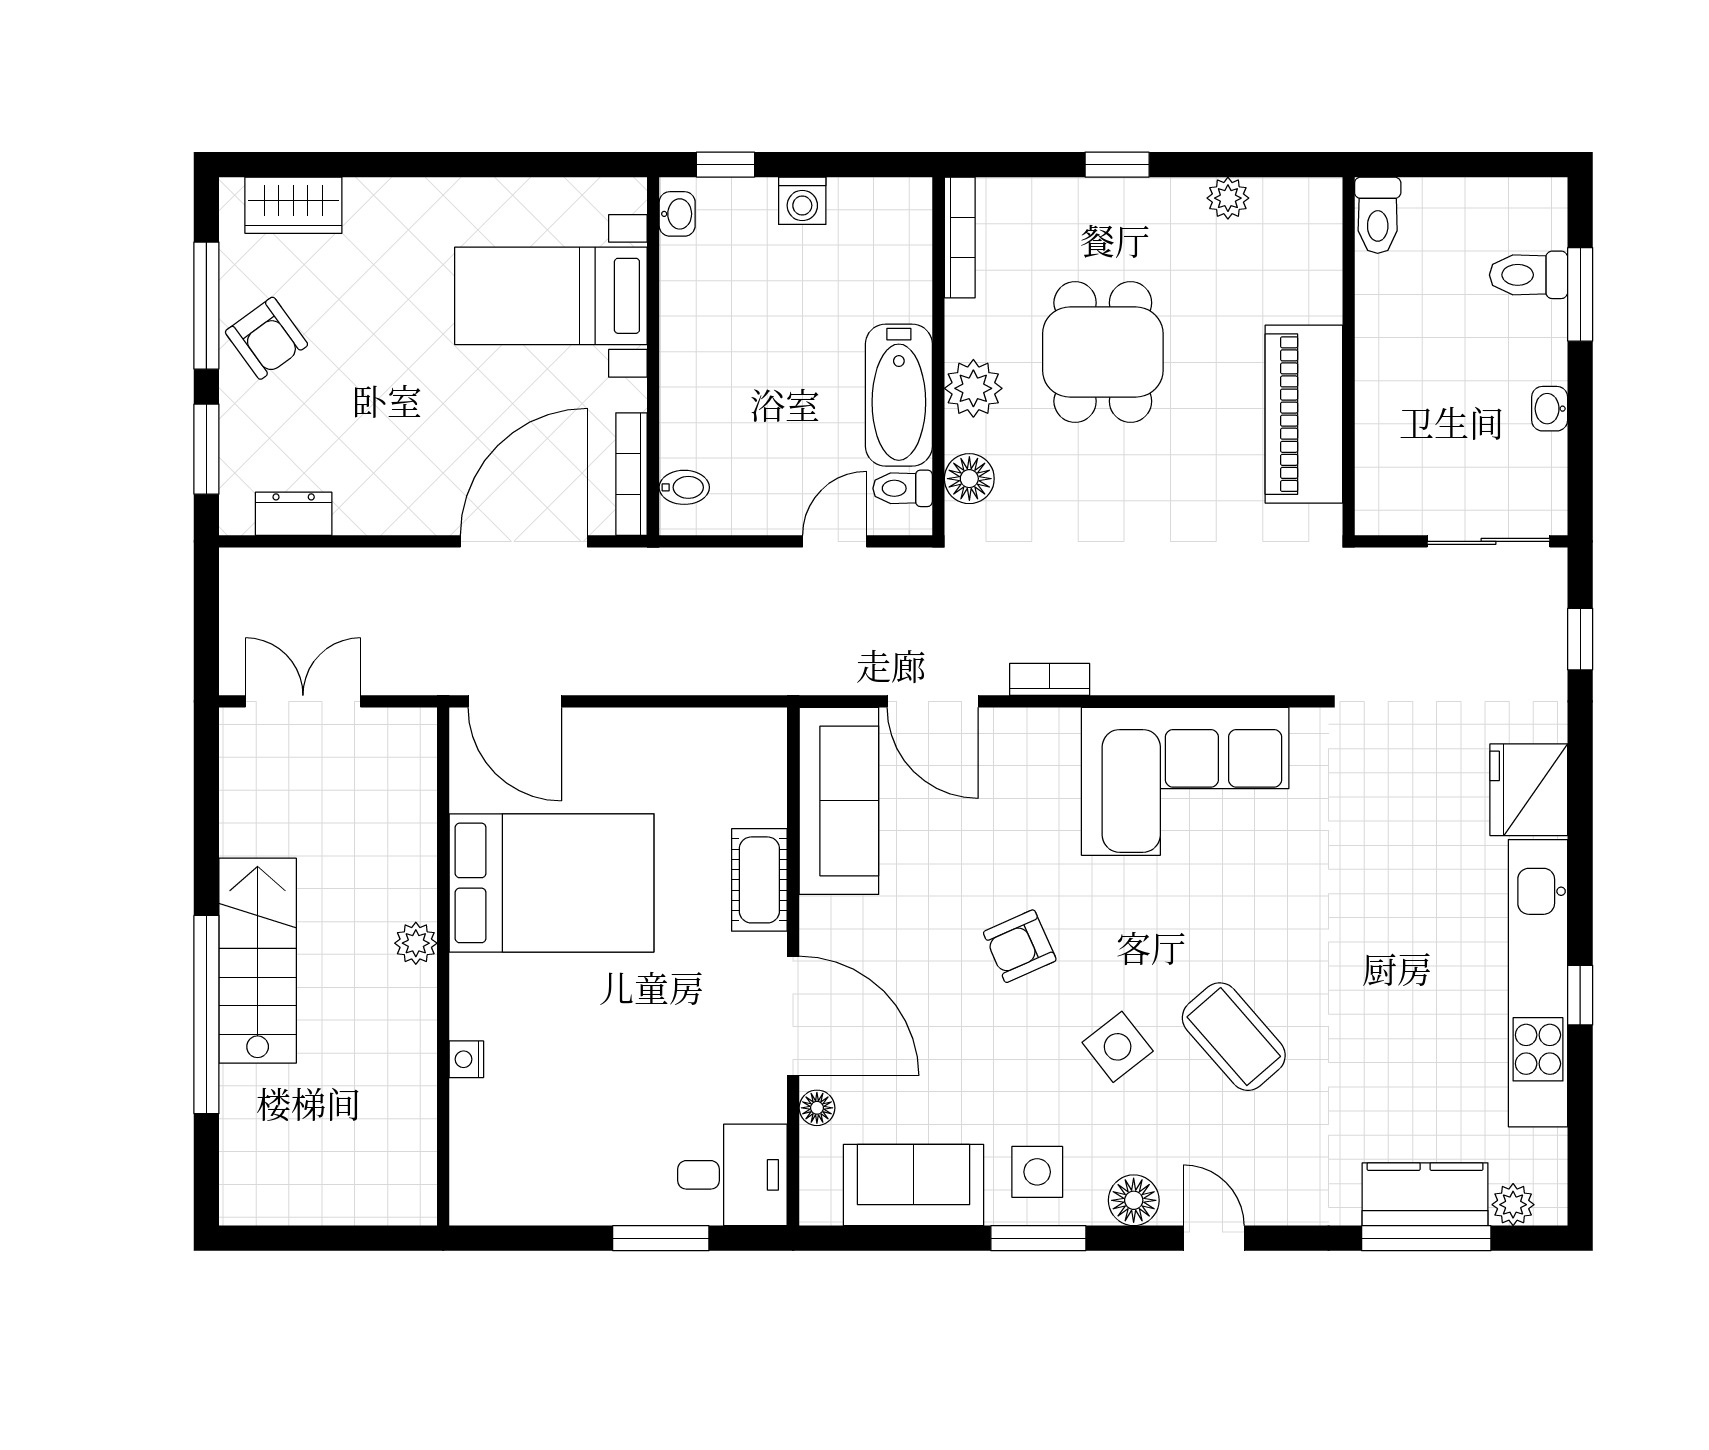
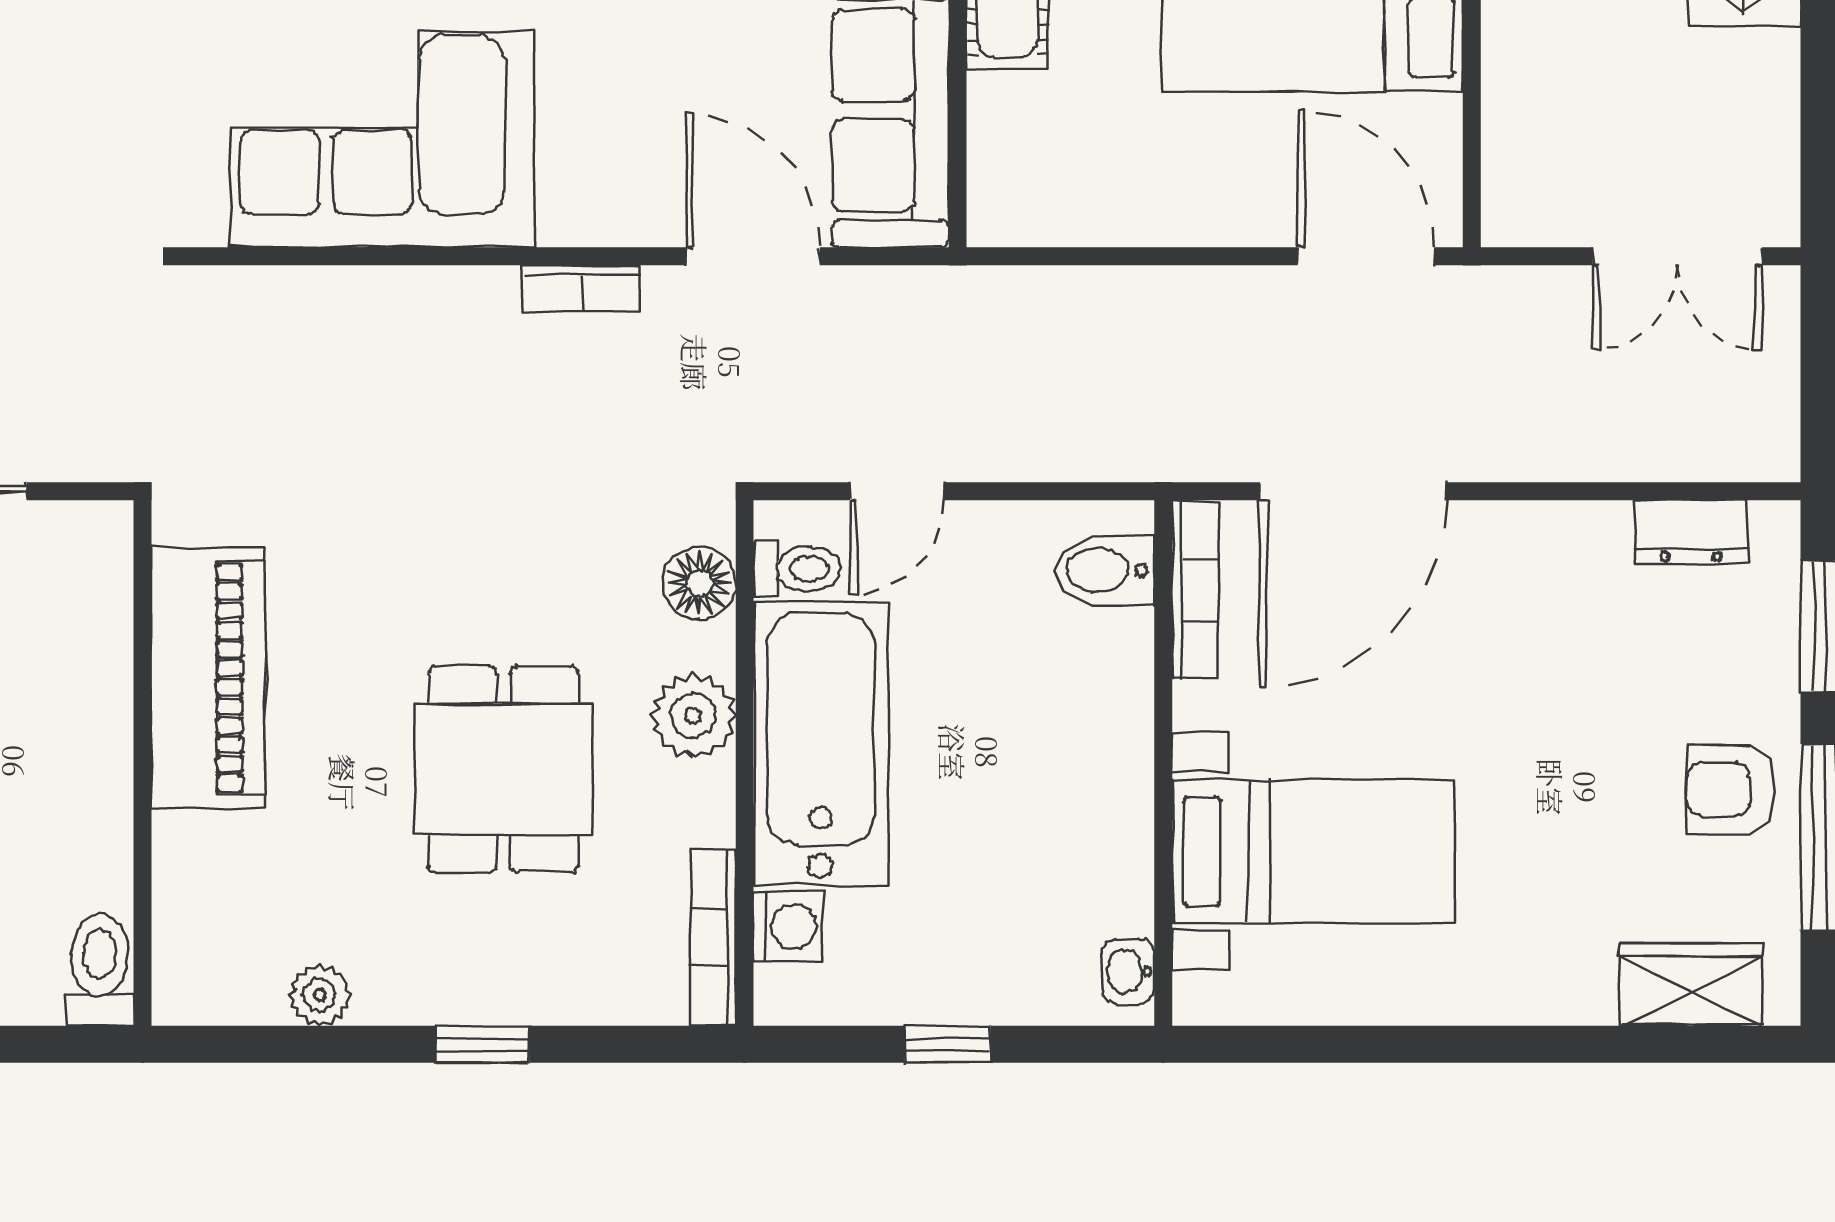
window: (726, 165) -> (948, 1044), moved
washing machine: (802, 201) -> (788, 926), moved, turned 90
armchair: (266, 338) -> (1731, 789), turned -54
bathtub: (899, 395) -> (820, 744), width x1.36, depth x1.36
bidet: (684, 487) -> (1104, 570), width x1.38, depth x1.36

